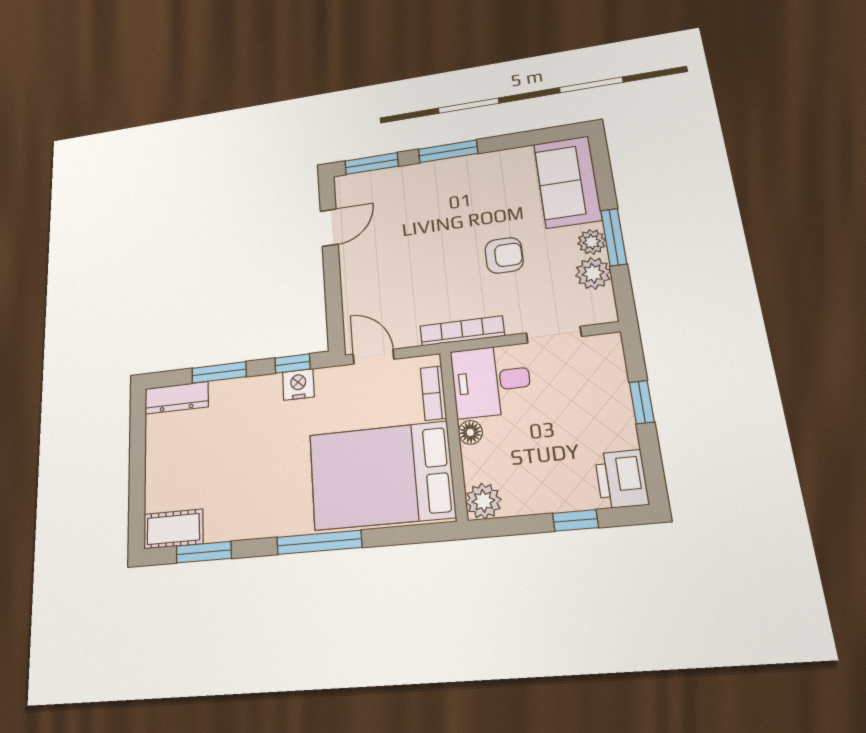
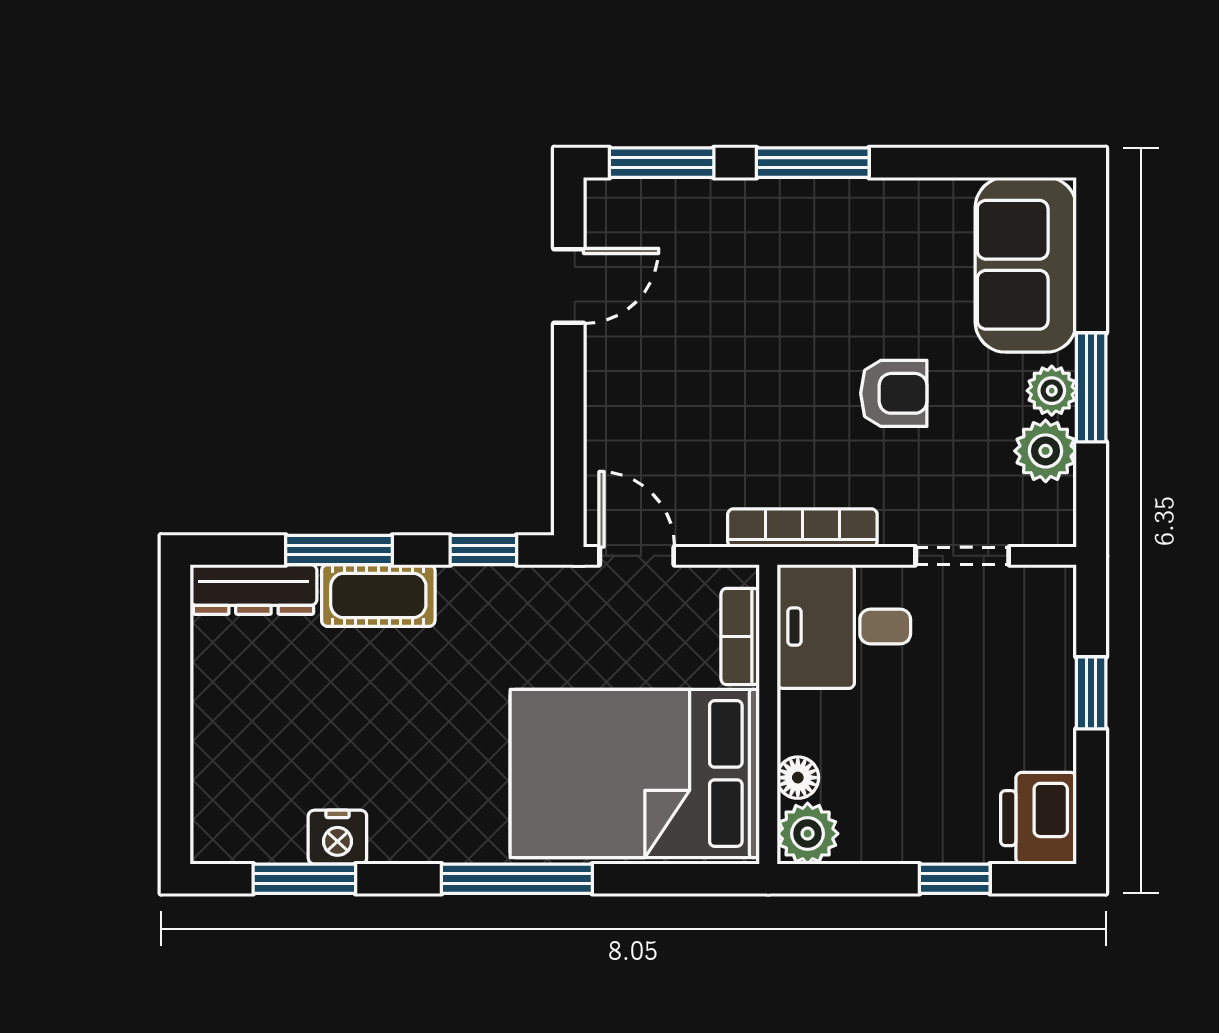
nightstand: (298, 384) -> (337, 837), moved, turned 180
floor lamp: (470, 432) -> (798, 778), moved
cot: (173, 529) -> (378, 595), moved

